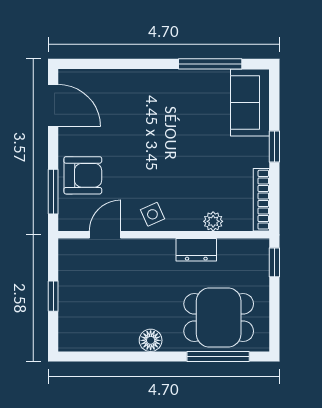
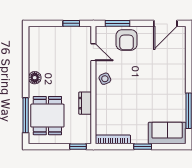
plant: (213, 221) -> (101, 112), removed
window: (53, 296) -> (71, 23), moved

